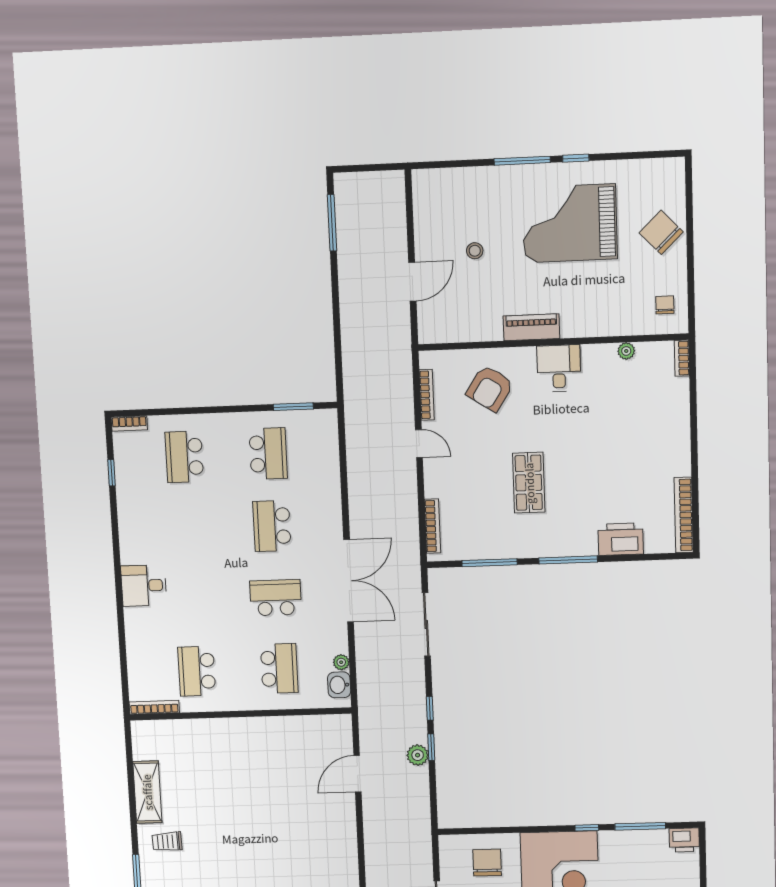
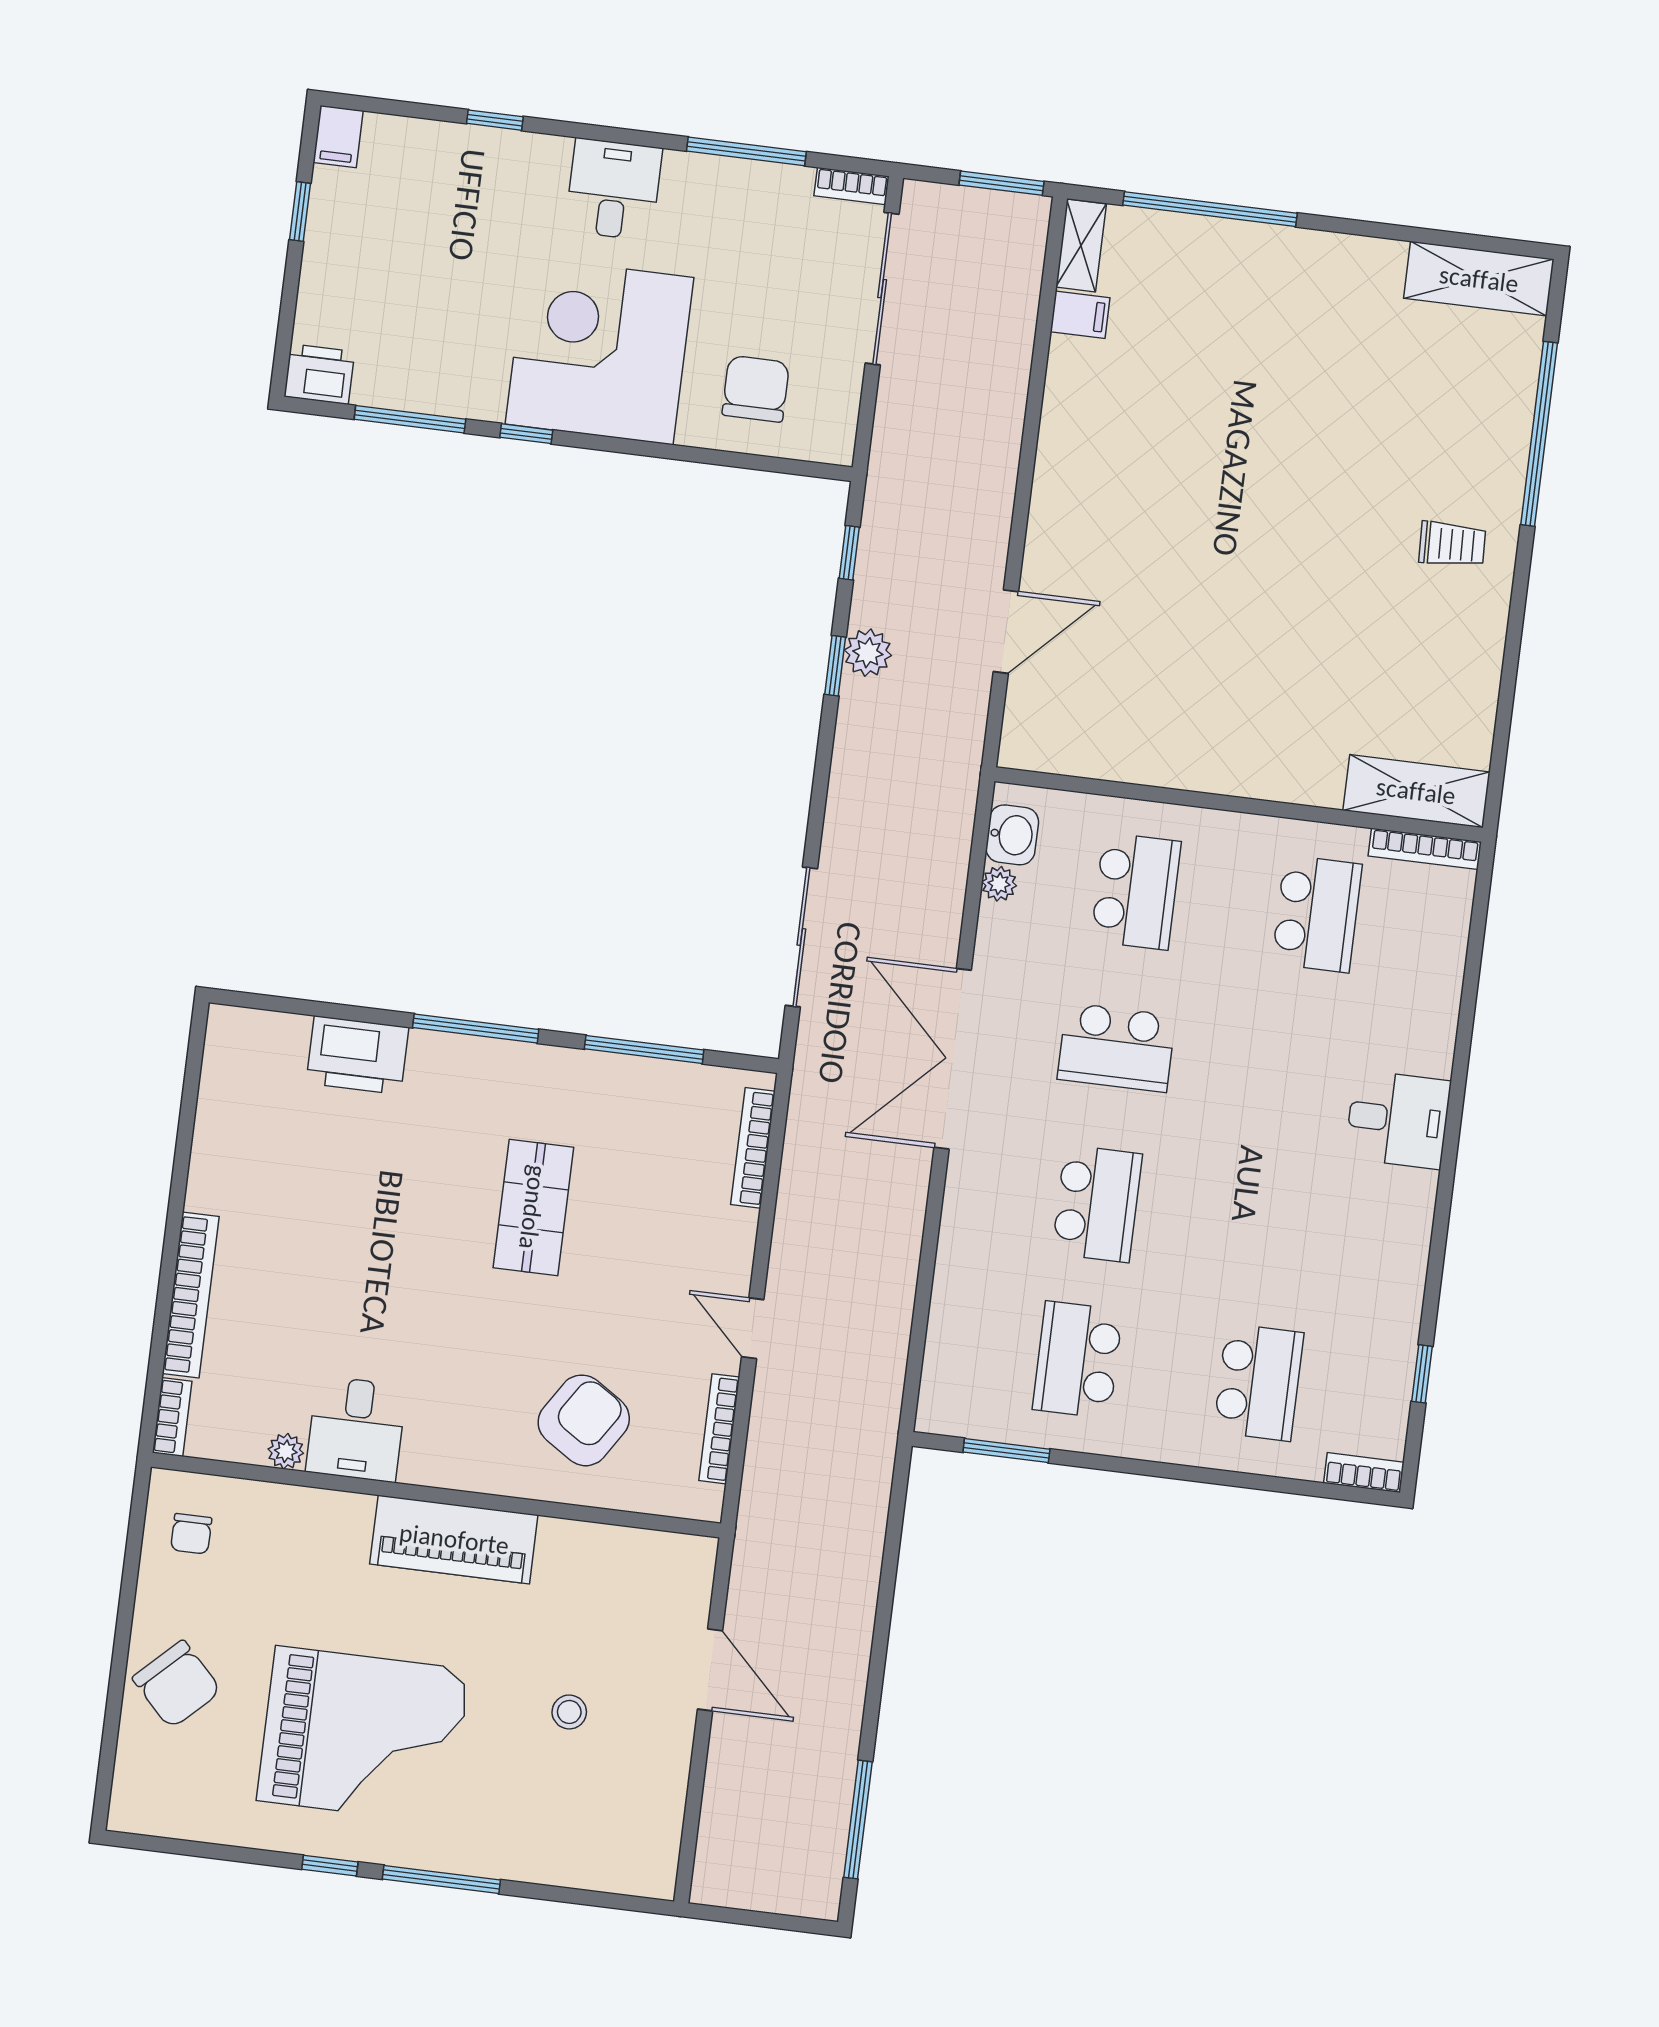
door: (412, 282) -> (710, 1670), swing flipped
piano: (531, 327) -> (454, 1539), width x1.37, depth x1.33
desk: (559, 368) -> (356, 1429), moved
bookcase: (684, 515) -> (191, 1295), moved
school desk: (279, 668) -> (1136, 891), turned 180
window: (430, 708) -> (849, 553), moved
shelving: (147, 792) -> (1416, 791), moved, turned 90
chair: (487, 863) -> (756, 389), turned 180

